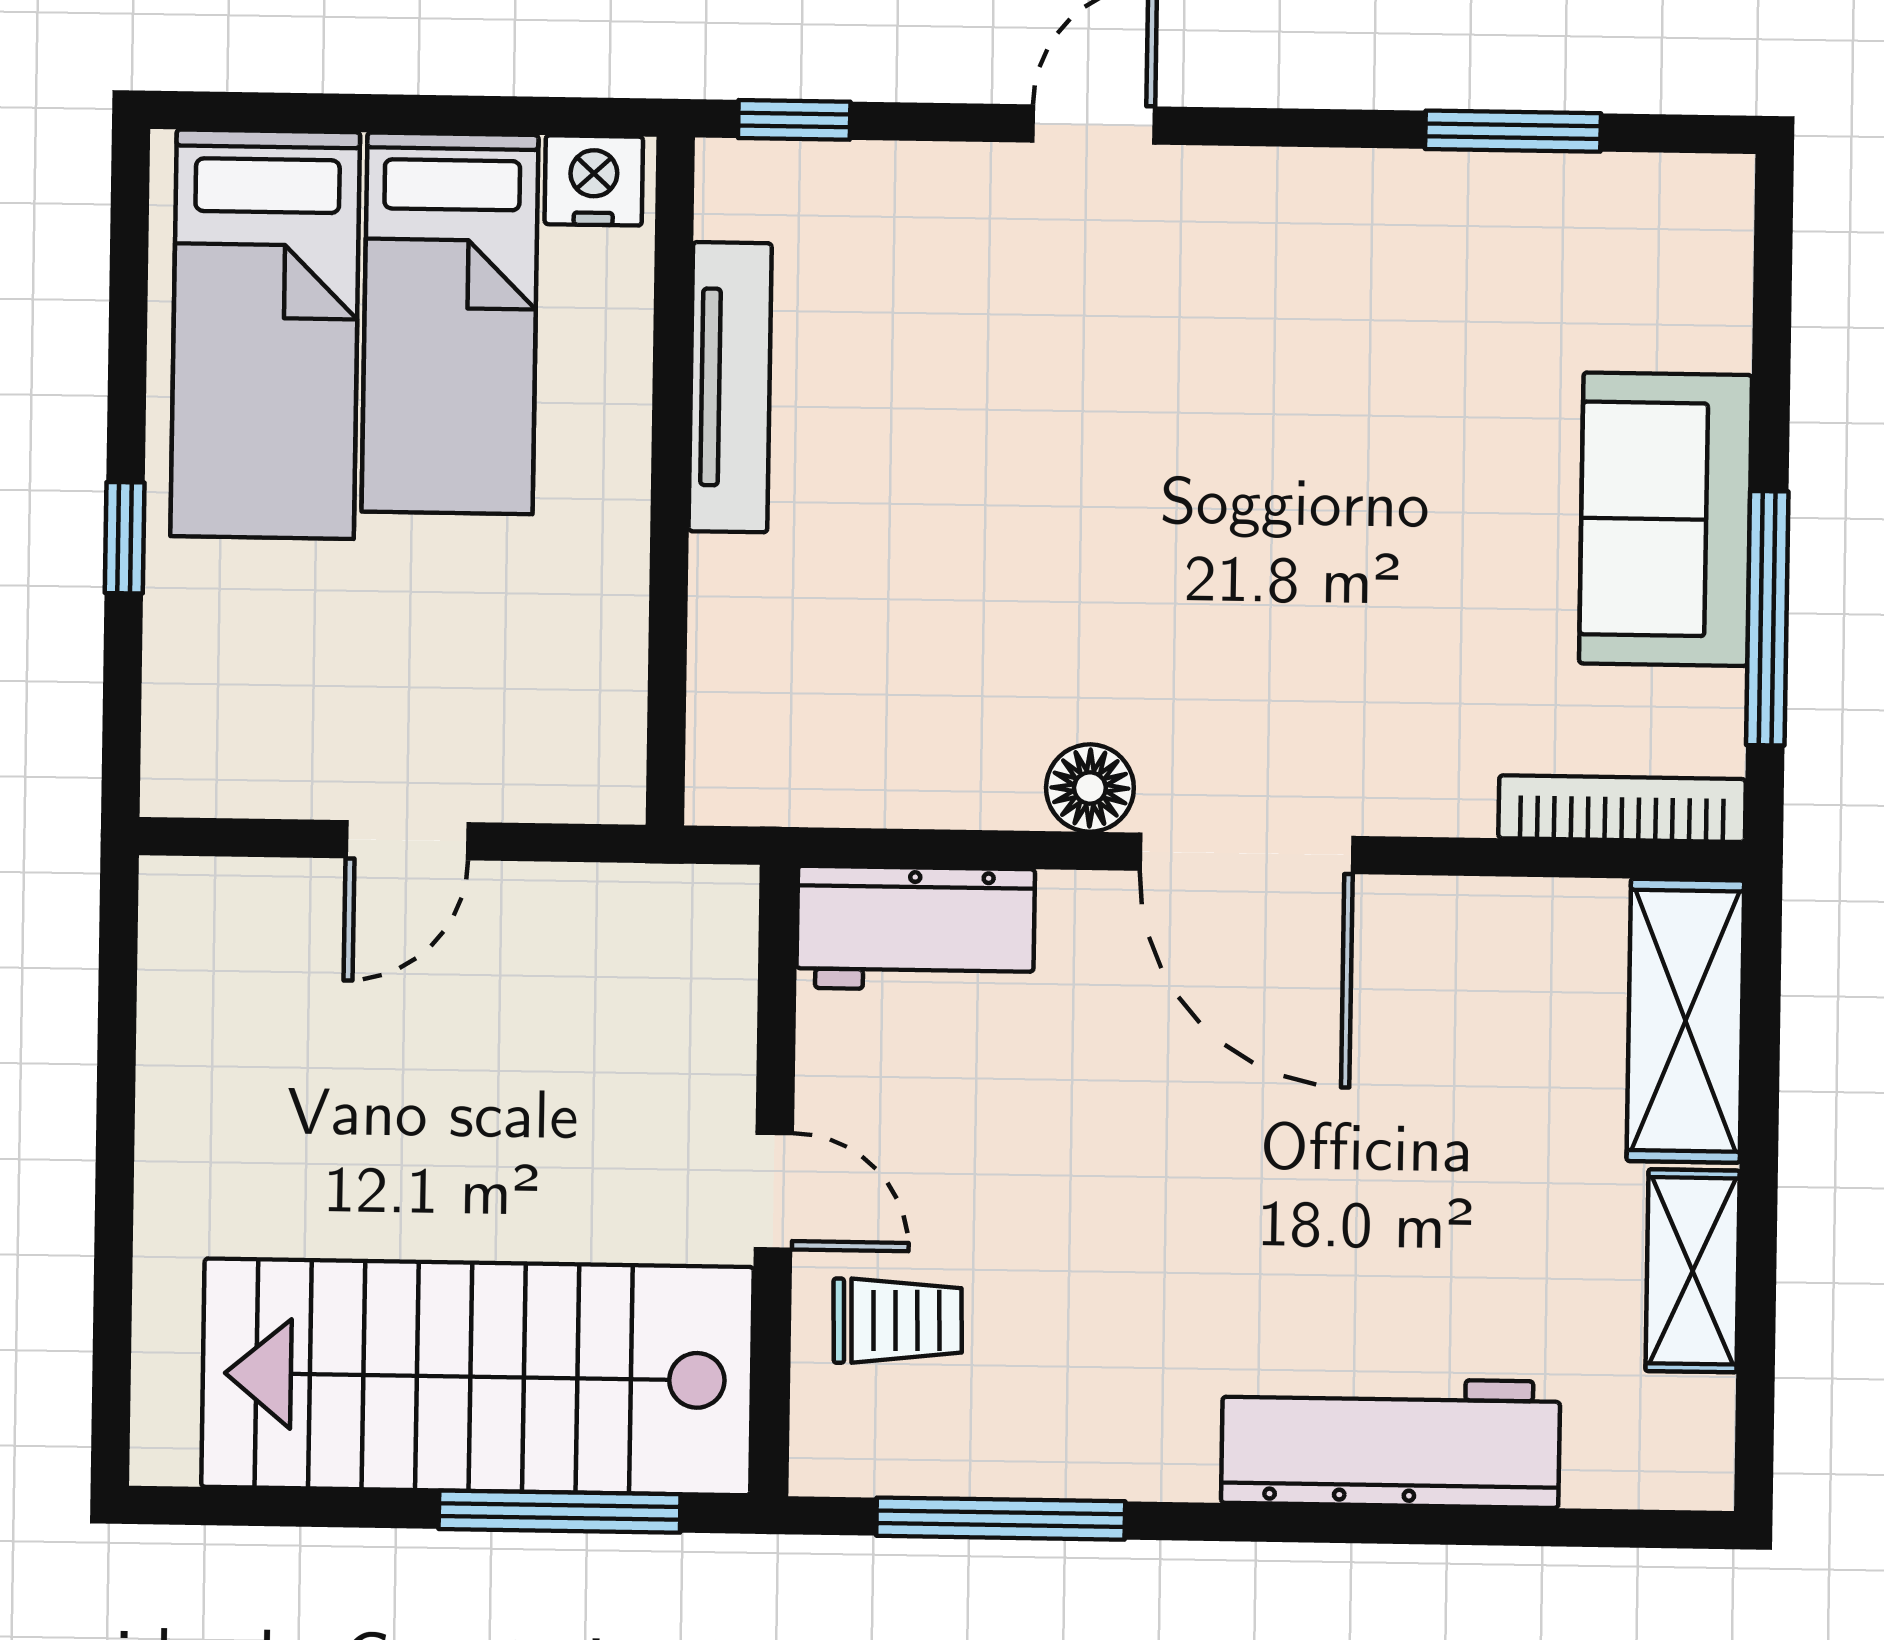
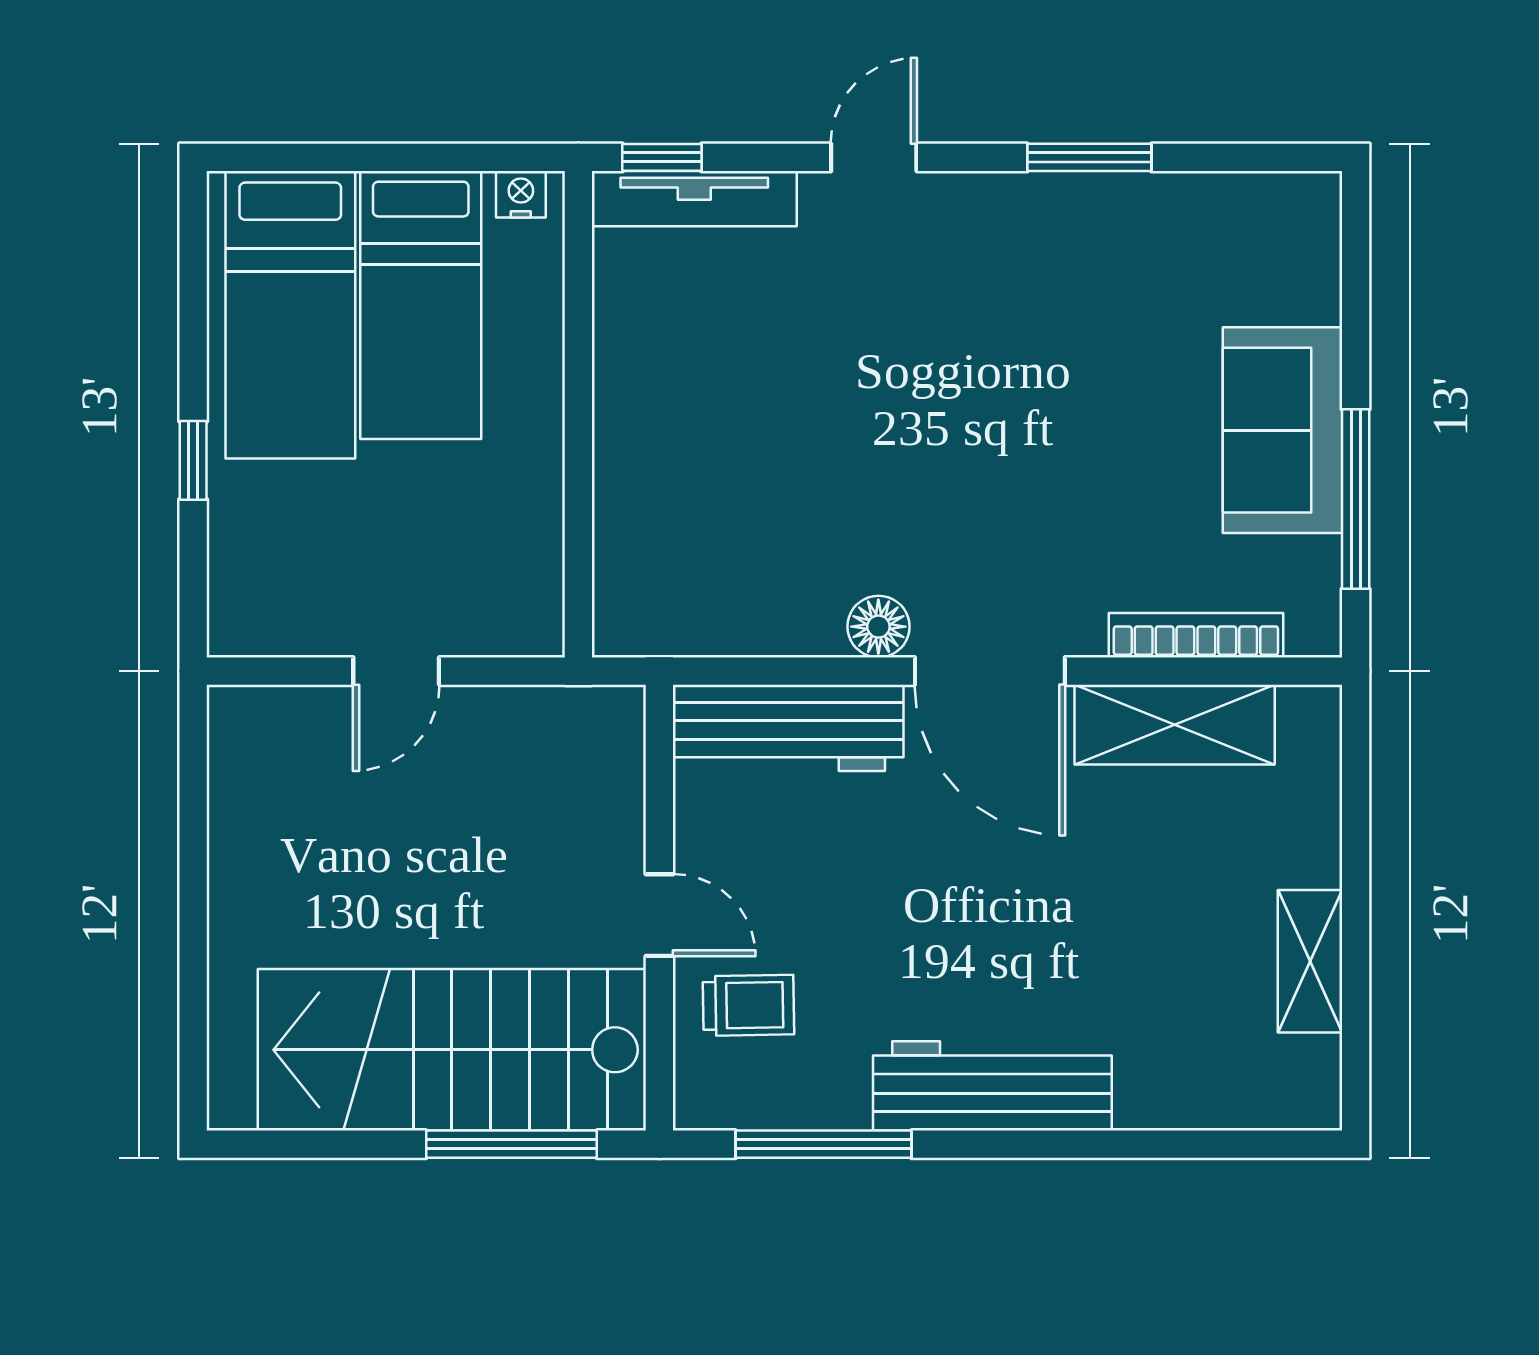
window: (1513, 131) -> (1089, 157), moved
nightstand: (594, 180) -> (521, 194), width x0.72, depth x0.74
tv unit: (730, 387) -> (694, 199), moved, turned 90
bookcase: (1622, 809) -> (1196, 635), moved
workbench: (916, 928) -> (788, 728), width x1.38
shelving: (1685, 1021) -> (1175, 725), moved, turned 90
workbench: (1391, 1442) -> (992, 1086), moved

